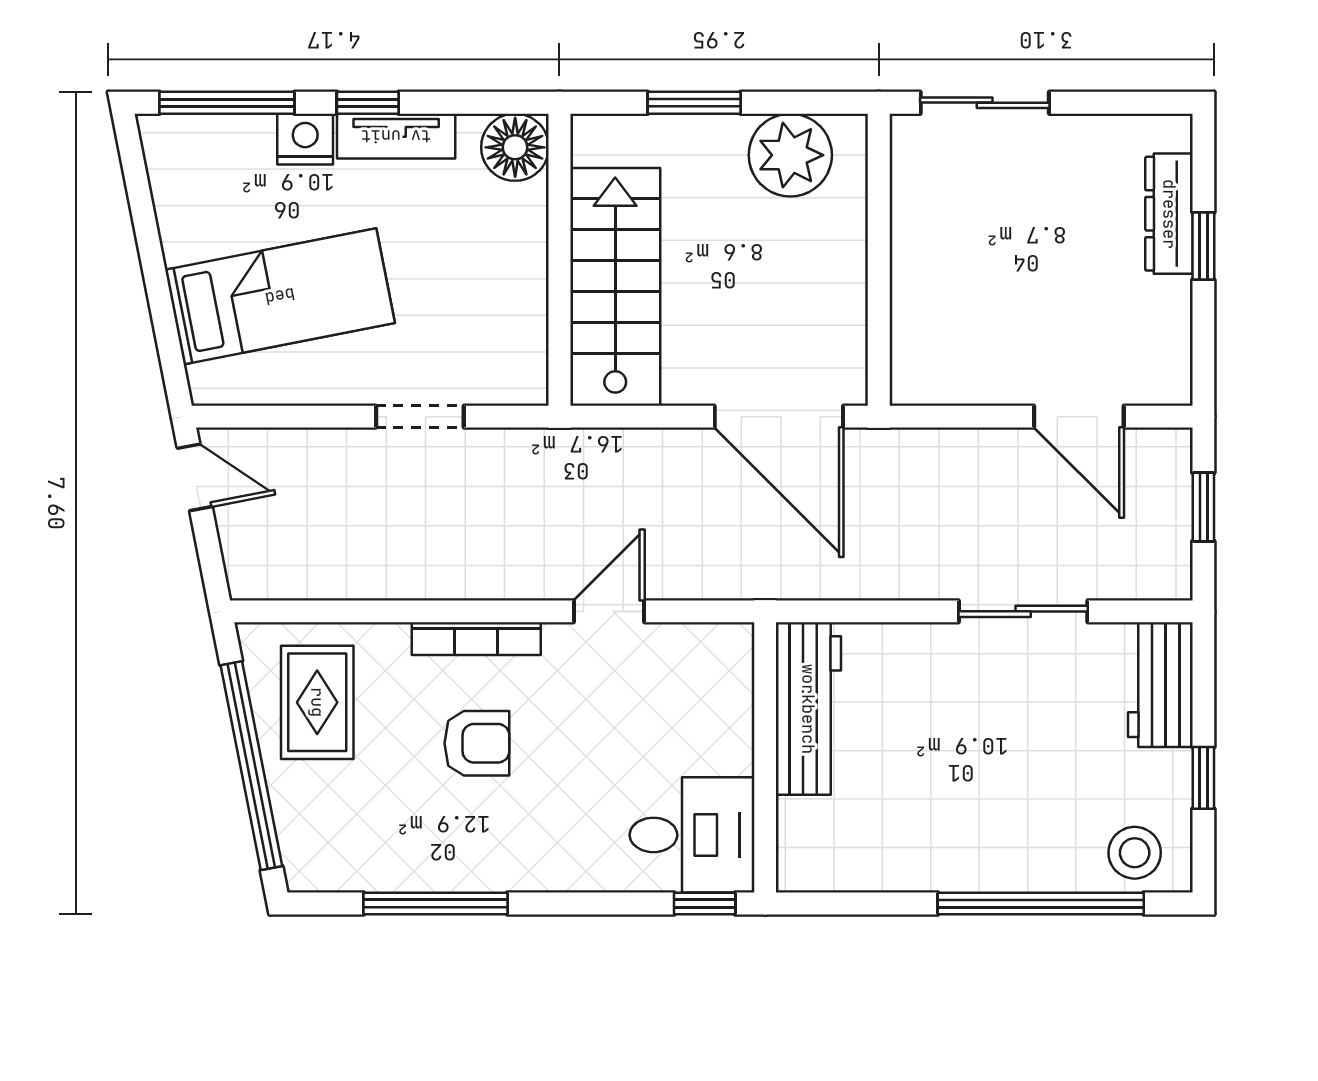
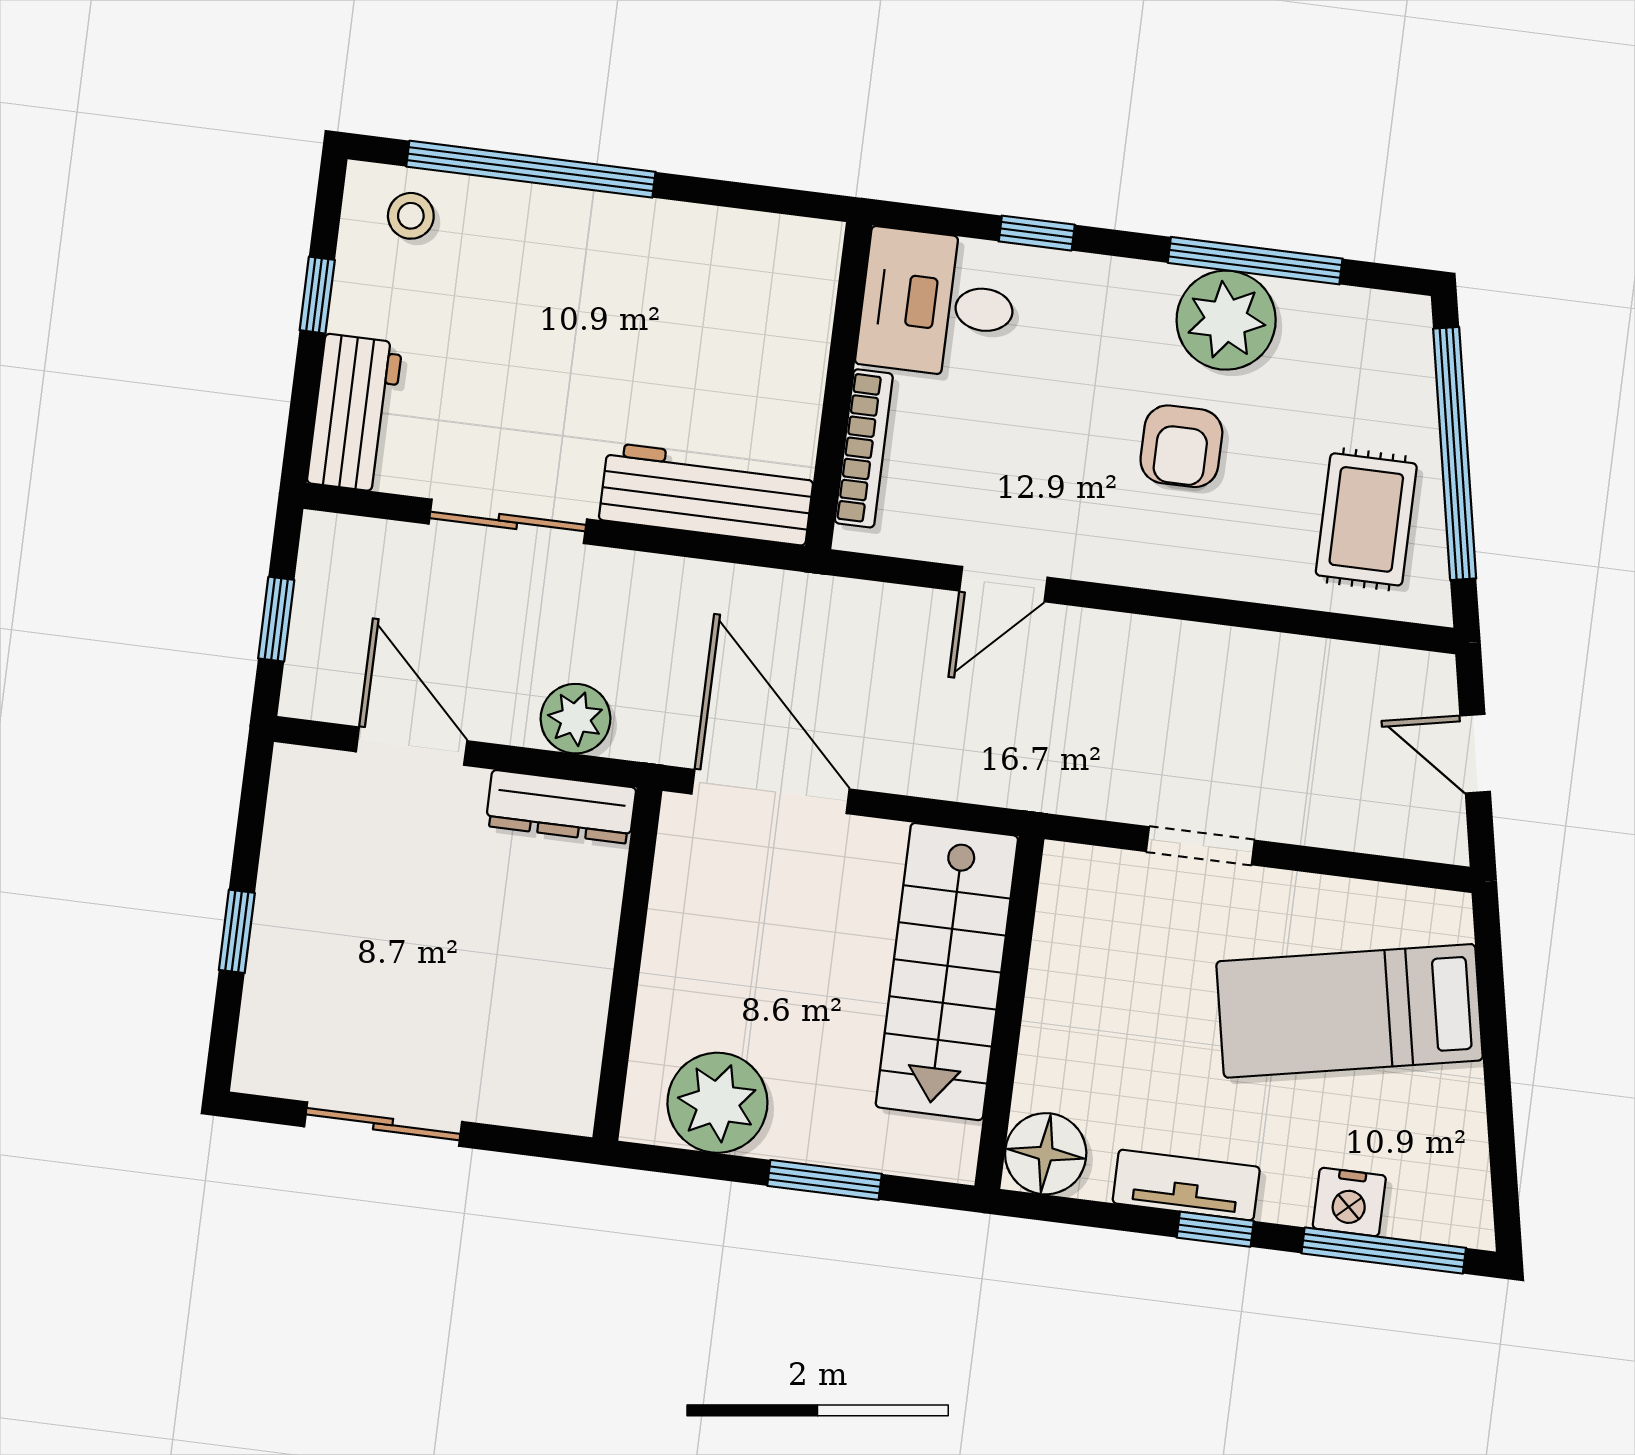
sliding door: (985, 103) -> (383, 1124), moved
nightstand: (305, 139) -> (1349, 1202), moved
dresser: (1169, 214) -> (561, 807), moved, turned 90
plant: (947, 456) -> (575, 719), added
door: (195, 477) -> (1475, 754), moved
bookcase: (476, 639) -> (864, 448), moved, turned 90
workbench: (808, 709) -> (707, 494), moved, turned 90
armchair: (477, 743) -> (1181, 446), turned -90
plant: (453, 852) -> (1226, 320), added
stool: (1135, 853) -> (411, 216), width x0.73, depth x0.73
window: (705, 904) -> (1037, 233), moved

